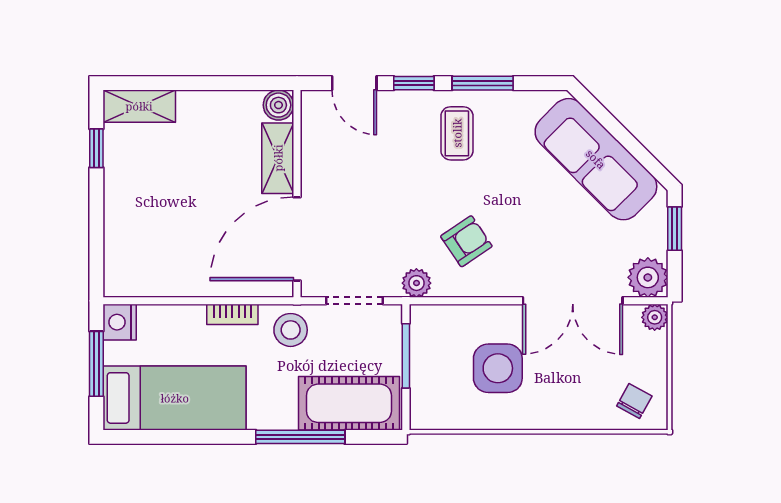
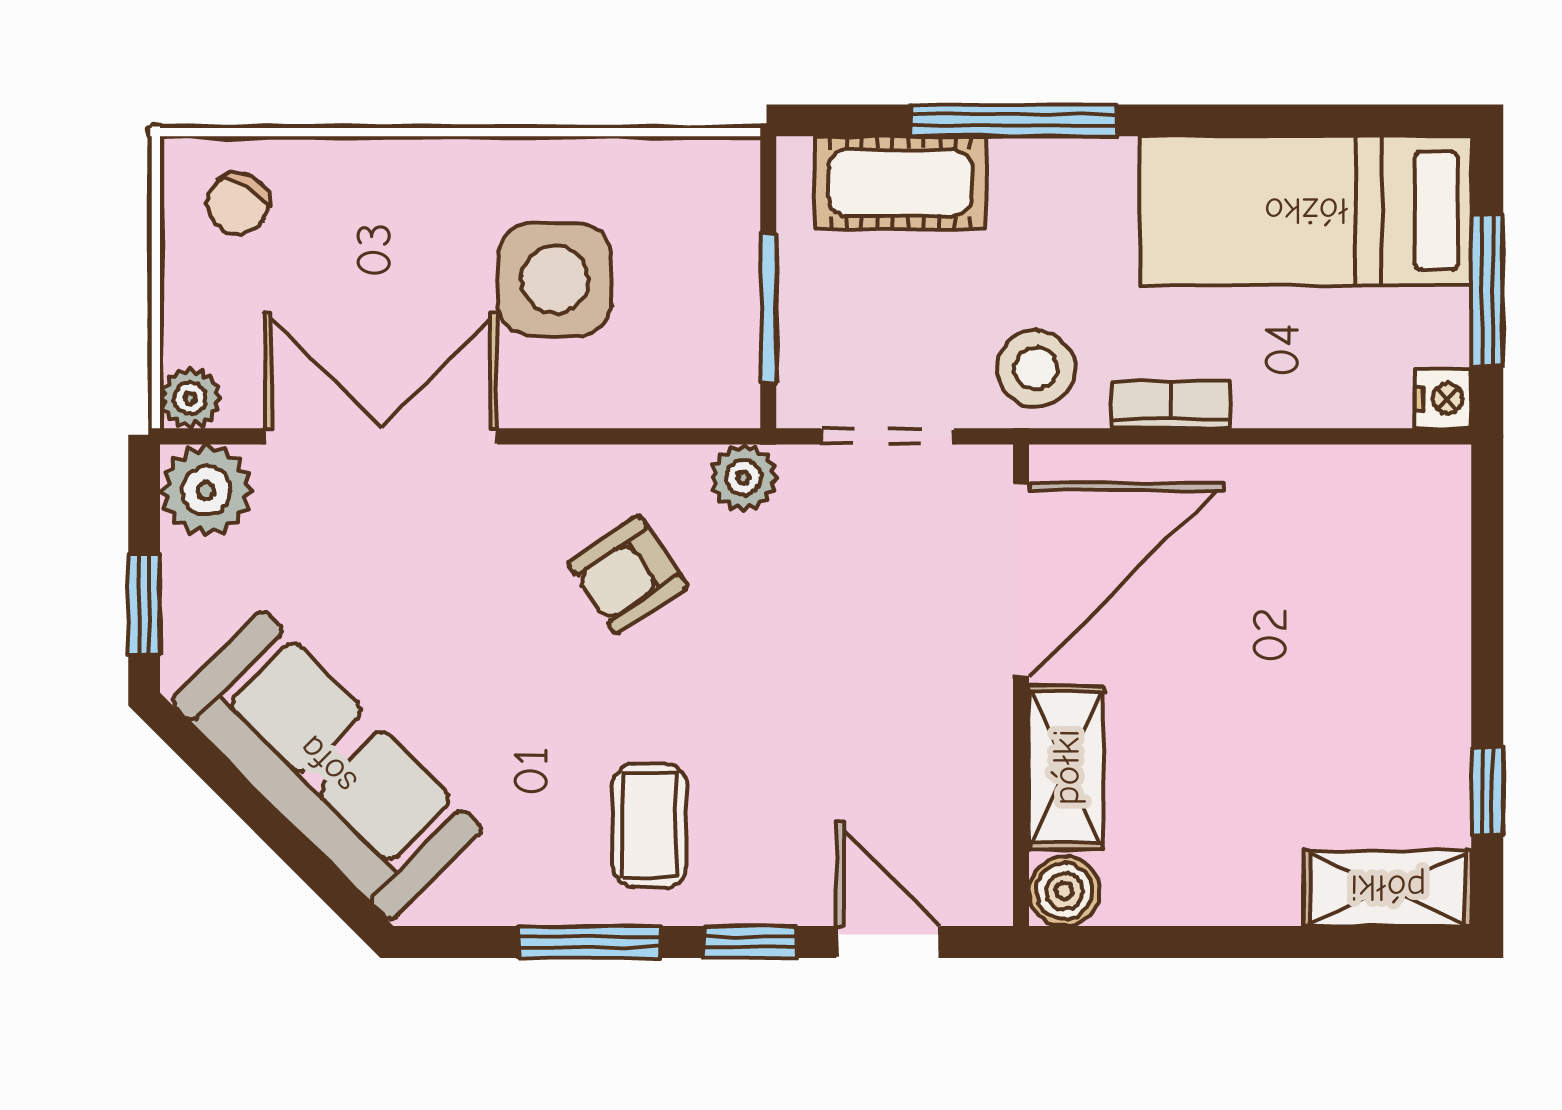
nightstand: (120, 322) -> (1443, 398), width x0.72, depth x0.74
cot: (349, 403) -> (900, 183), width x0.73, depth x0.75

